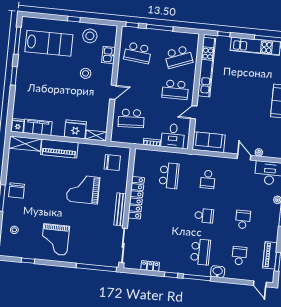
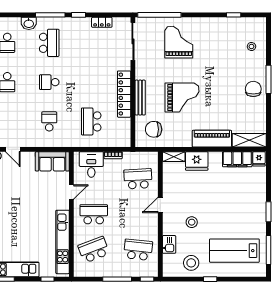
bench: (120, 209) -> (140, 98), moved
grand piano: (55, 240) -> (179, 42), moved
school desk: (201, 252) -> (49, 43), turned 180

